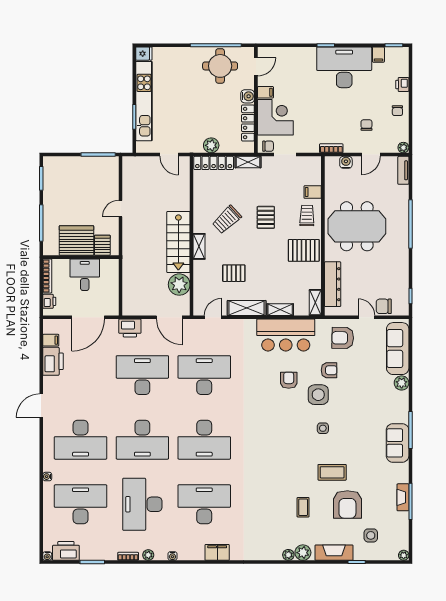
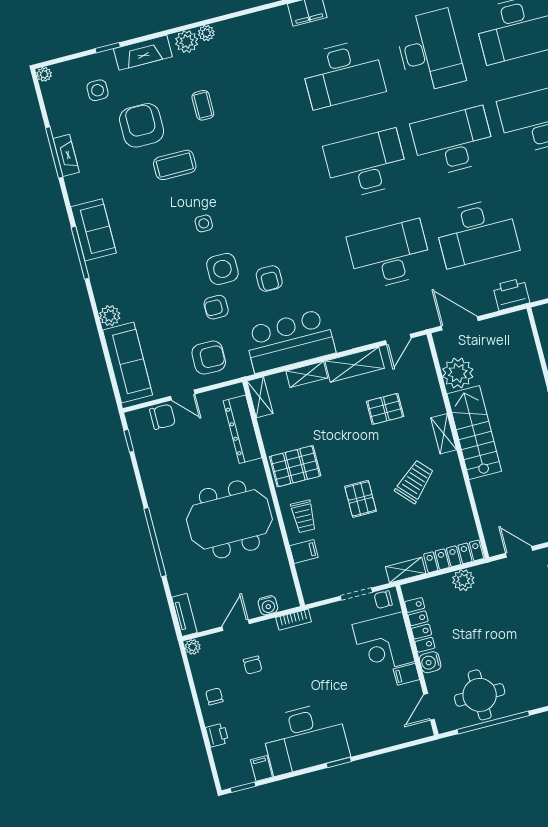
desk: (204, 375) -> (390, 255), turned 180

